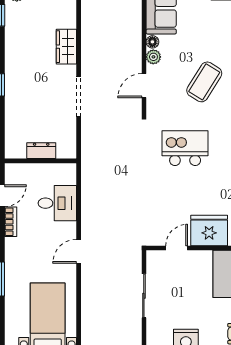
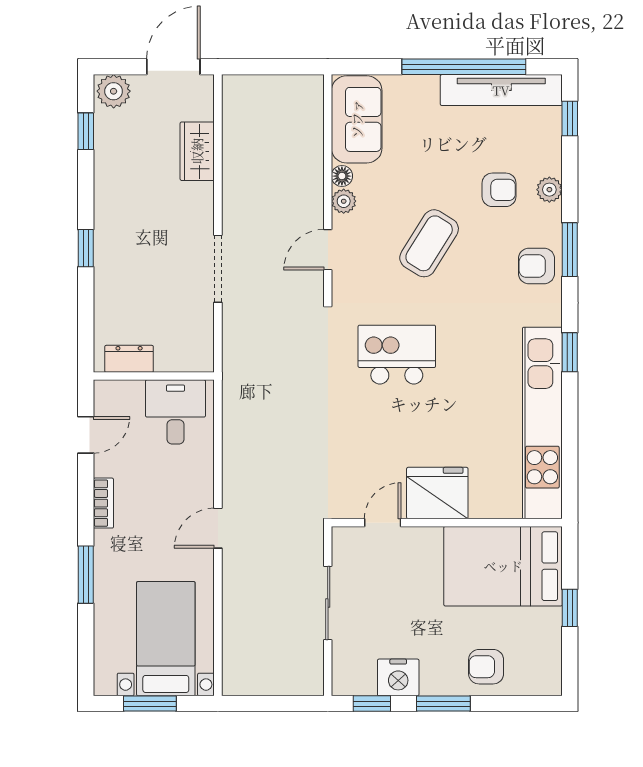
wardrobe: (66, 47) -> (197, 151), moved
dresser: (41, 151) -> (129, 359), moved
desk: (57, 203) -> (175, 412), moved, turned -90
bookcase: (11, 222) -> (103, 503), moved

